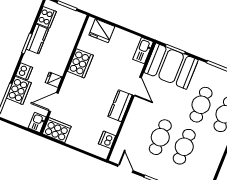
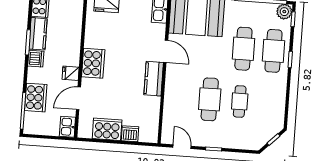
cooker: (80, 63) -> (93, 63), moved
dishwasher: (24, 71) -> (36, 59), moved
cooker: (57, 130) -> (107, 129), moved
dishwasher: (107, 140) -> (130, 134), moved, turned 90
cafe table: (184, 147) -> (240, 101), width x0.73, depth x0.74

